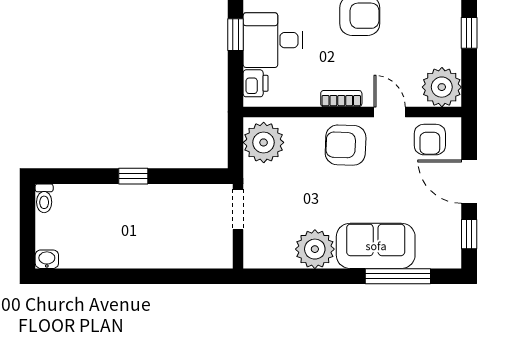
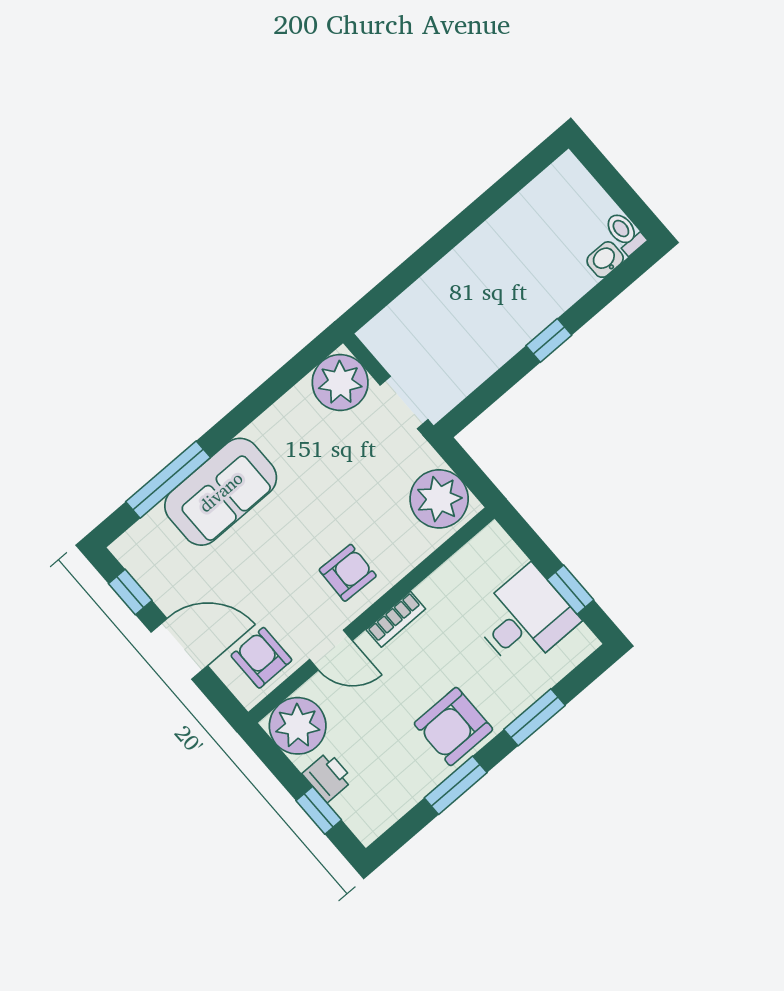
printer: (256, 83) -> (328, 777), moved, turned 180
armchair: (346, 145) -> (348, 573), width x0.72, depth x0.72
plant: (315, 249) -> (340, 382), moved
washbasin: (47, 259) -> (605, 260), moved, turned 180

